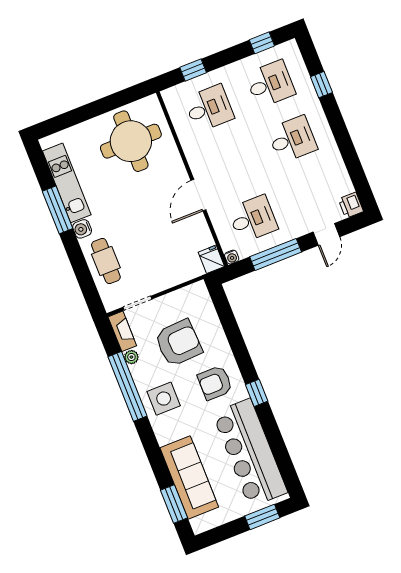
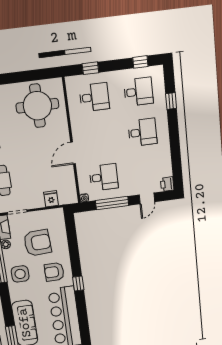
fridge: (211, 259) -> (51, 199), moved

